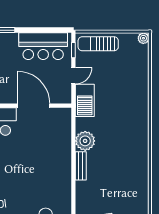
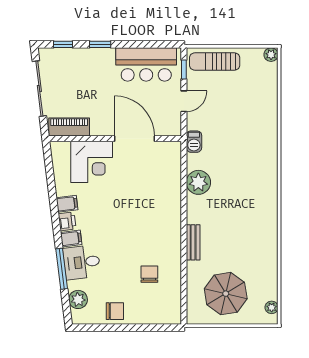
barbecue: (85, 100) -> (194, 142), width x0.53, depth x0.65
bench: (81, 166) -> (193, 242), moved

